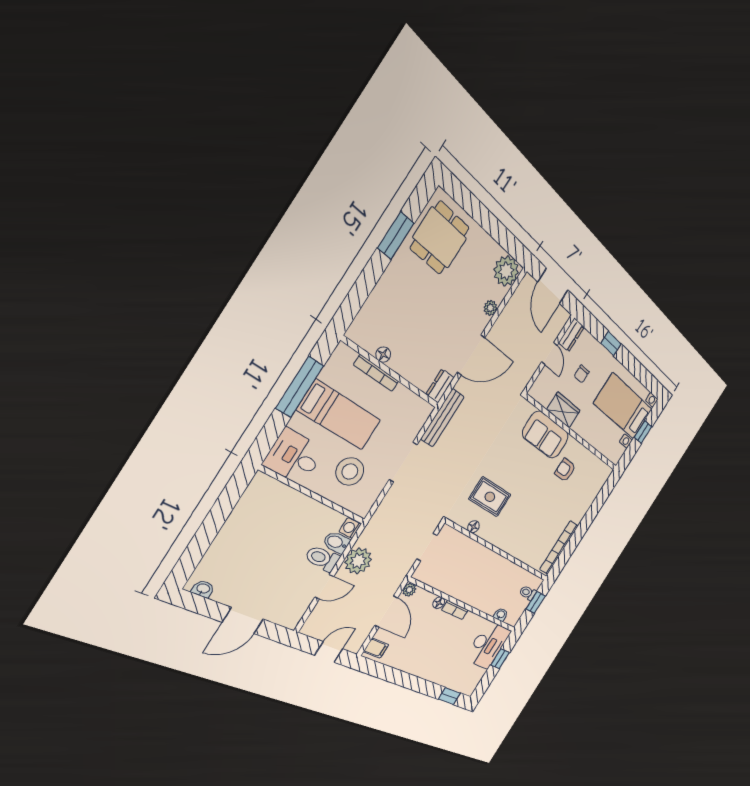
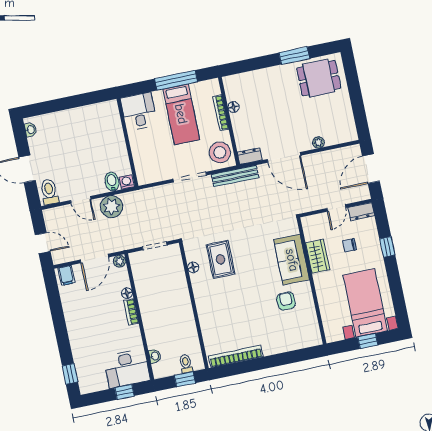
plant: (506, 271) -> (346, 131), removed
stool: (350, 471) -> (220, 152), moved
toilet: (322, 558) -> (49, 192), moved

